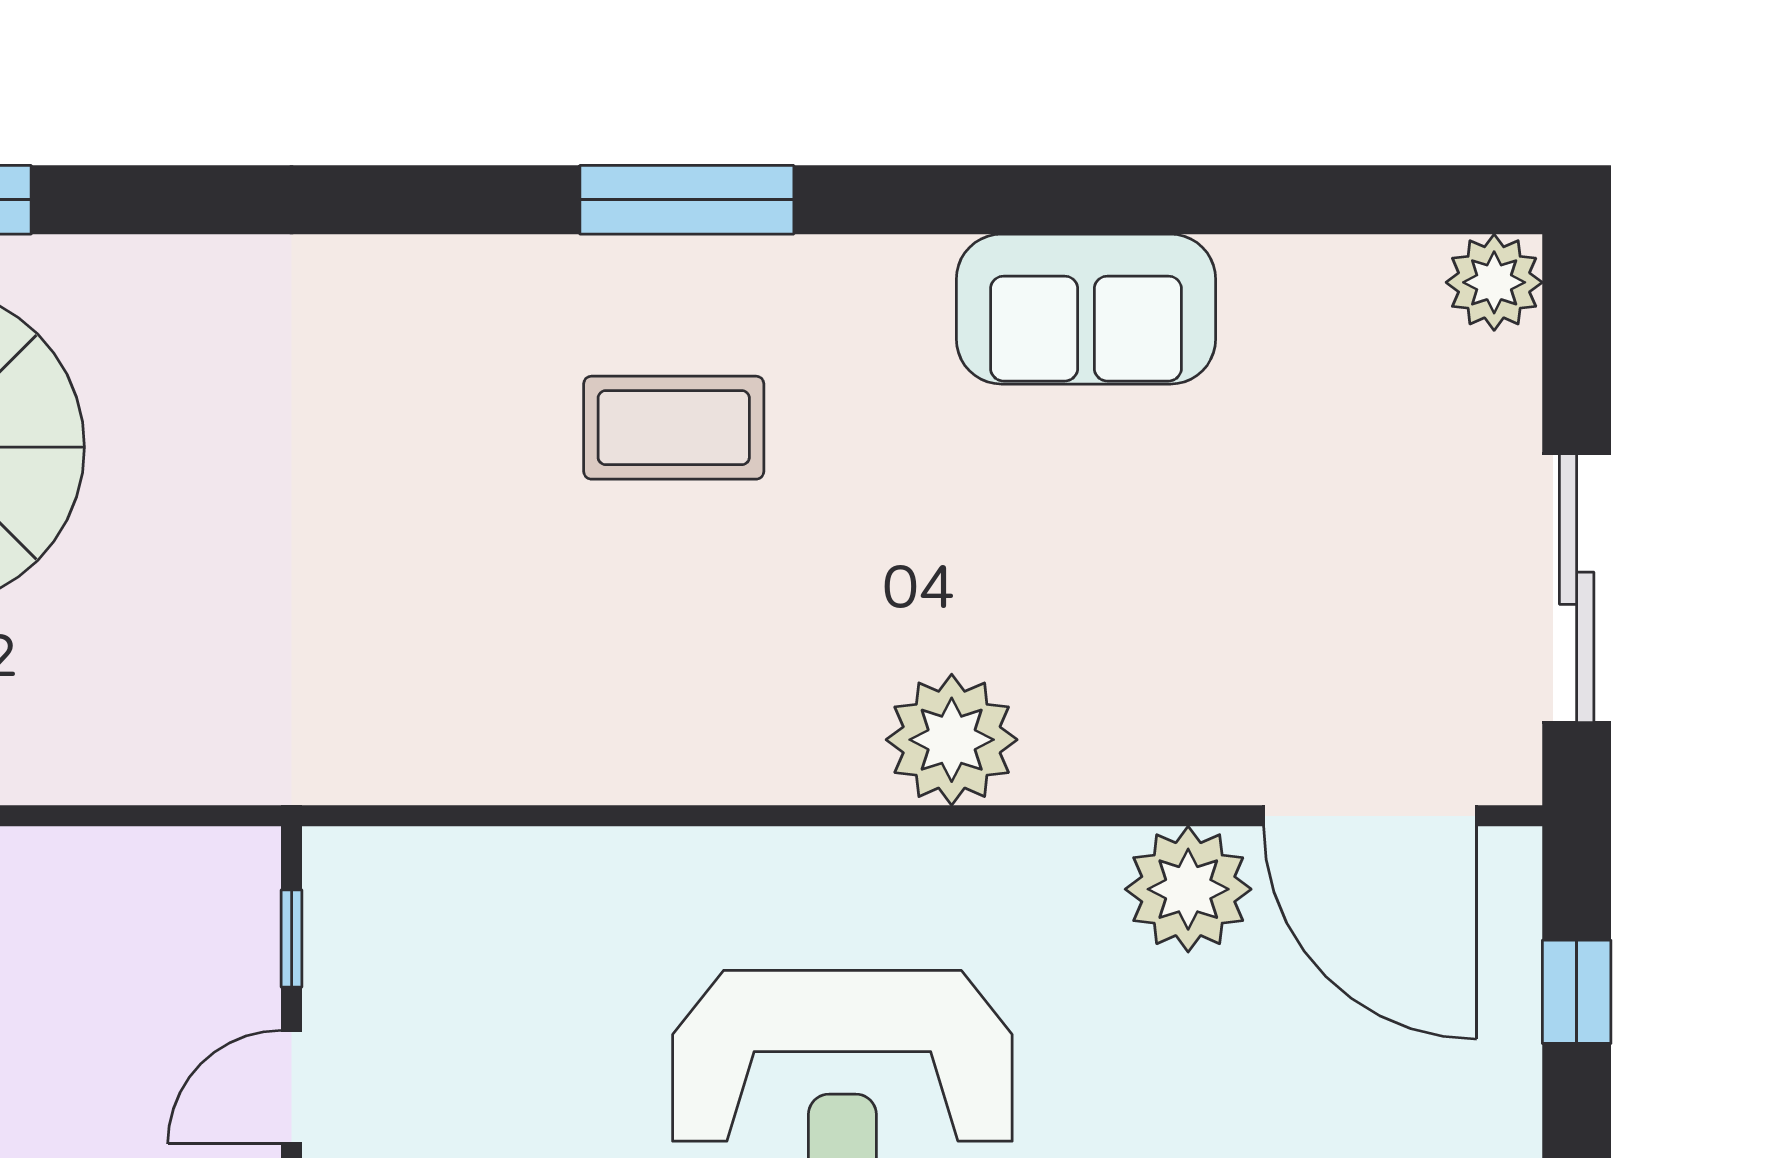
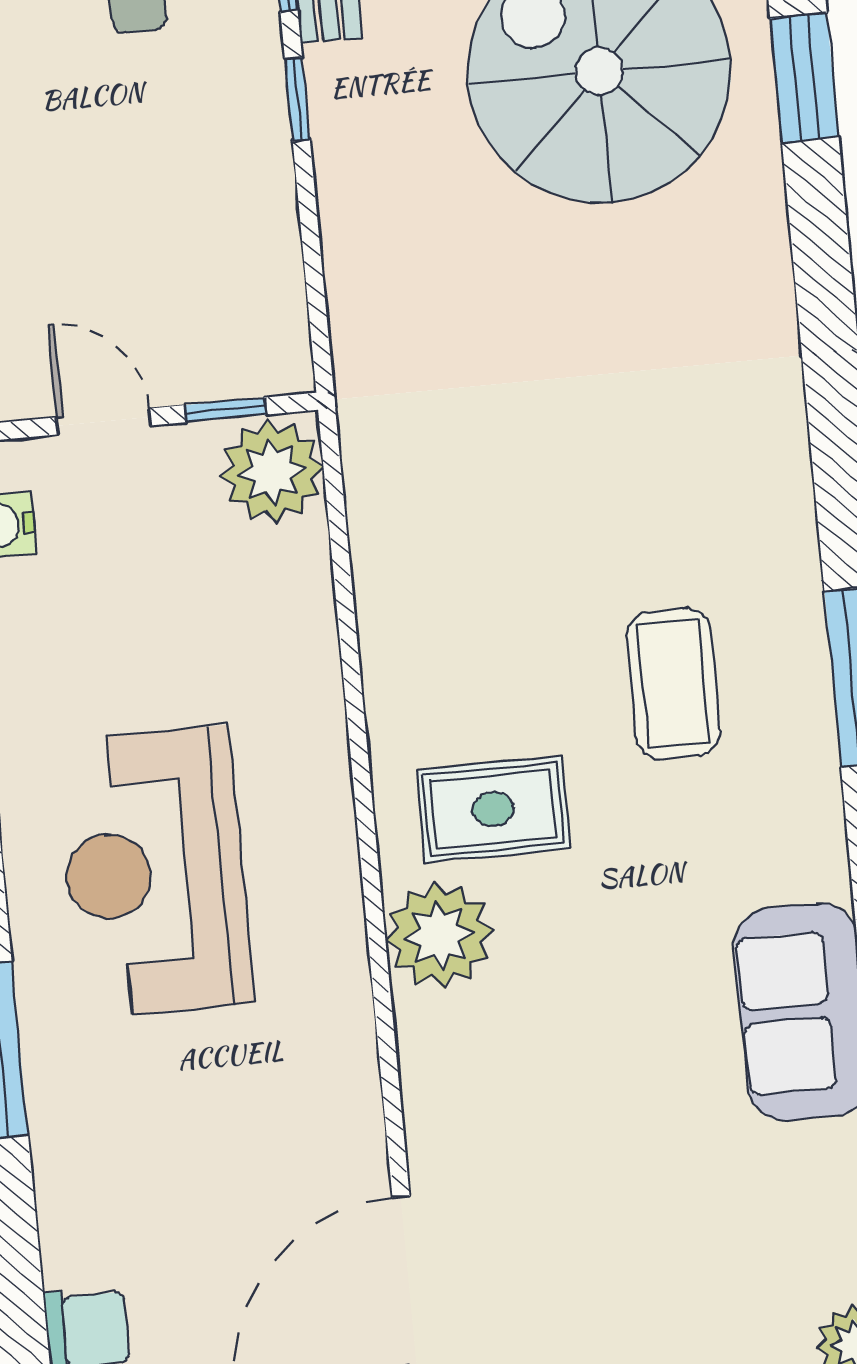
rug: (805, 660) -> (493, 809), added
plant: (1188, 889) -> (272, 472), moved

